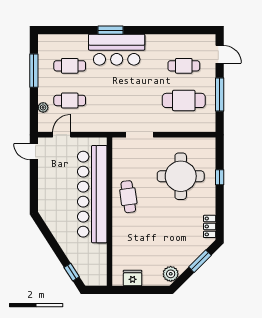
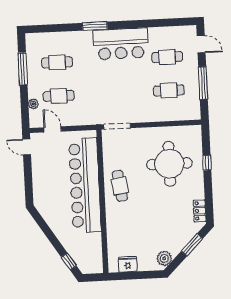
bar counter: (117, 50) -> (121, 44), moved
cafe table: (184, 100) -> (169, 90), width x0.73, depth x0.74
door: (62, 135) -> (53, 129), hinge flipped
doorway: (140, 135) -> (117, 126), moved

